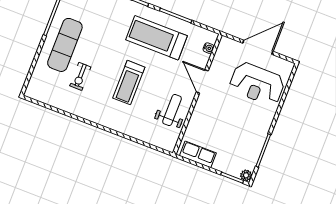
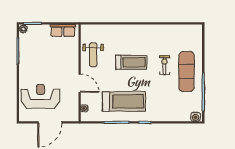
exercise bike: (80, 76) -> (165, 65), moved
treadmill: (129, 83) -> (131, 62), turned 90

